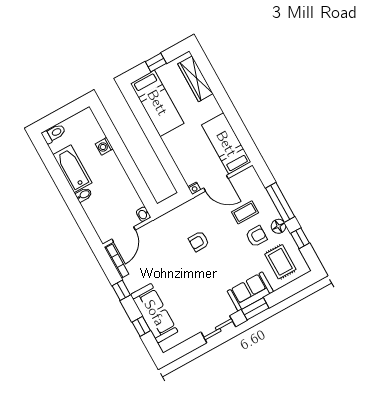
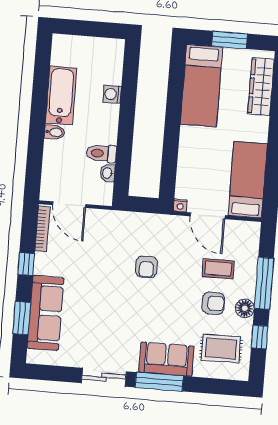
window: (156, 63) -> (230, 40), width x1.50
toilet: (54, 134) -> (101, 153), moved, turned 180
washbasin: (143, 214) -> (107, 173), moved
door: (124, 234) -> (69, 205), hinge flipped
armchair: (199, 241) -> (147, 267), turned -89
rug: (280, 262) -> (221, 349), turned 90
window: (255, 309) -> (159, 382), width x1.44
window: (141, 326) -> (22, 318), width x1.50

